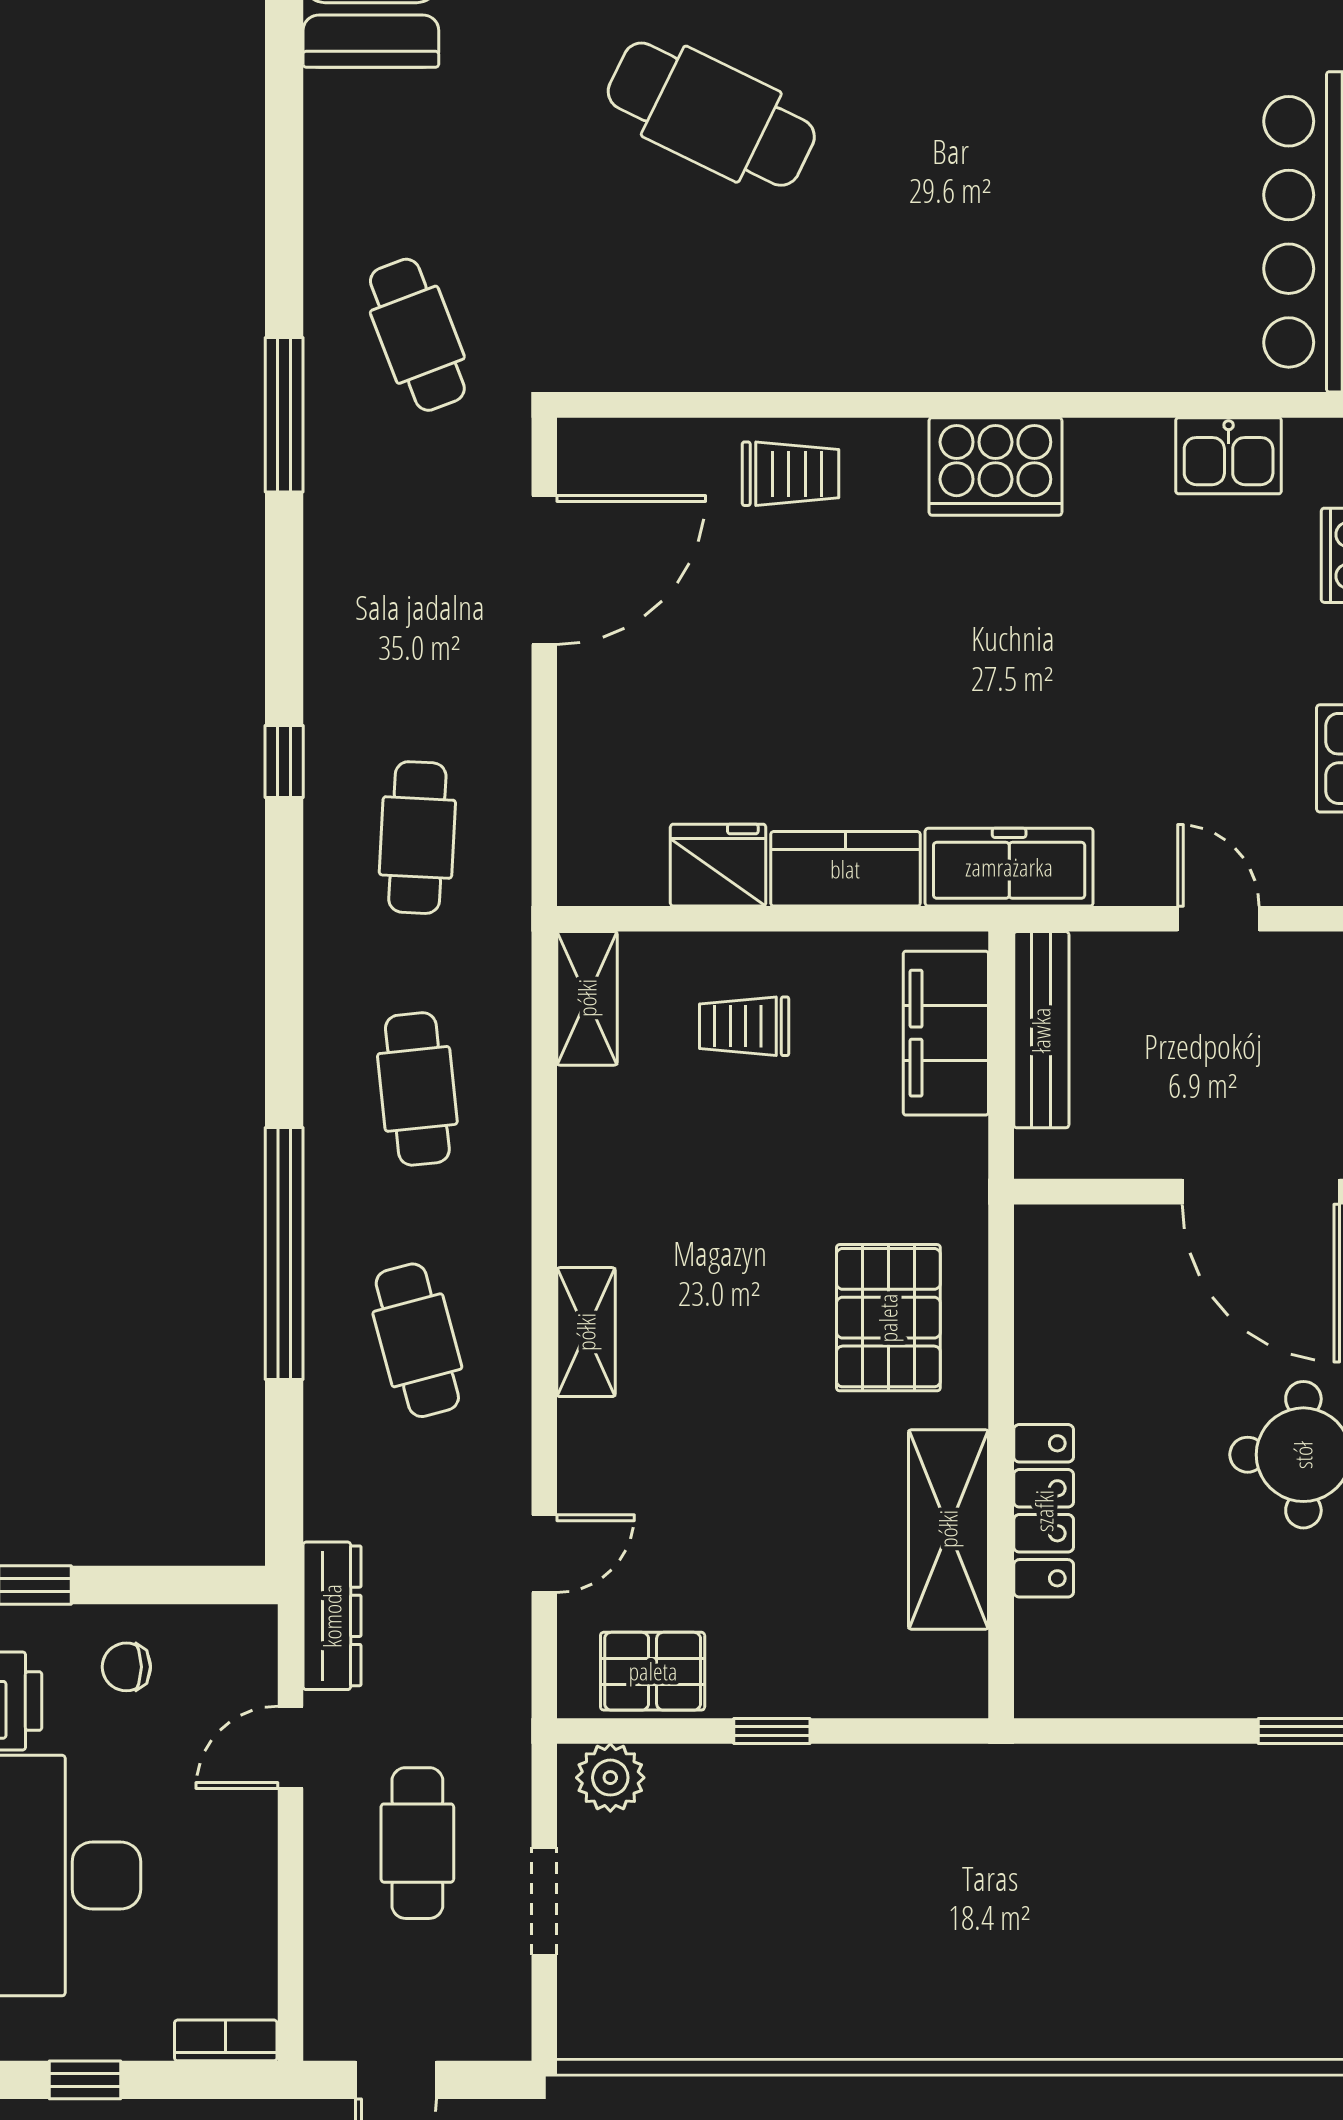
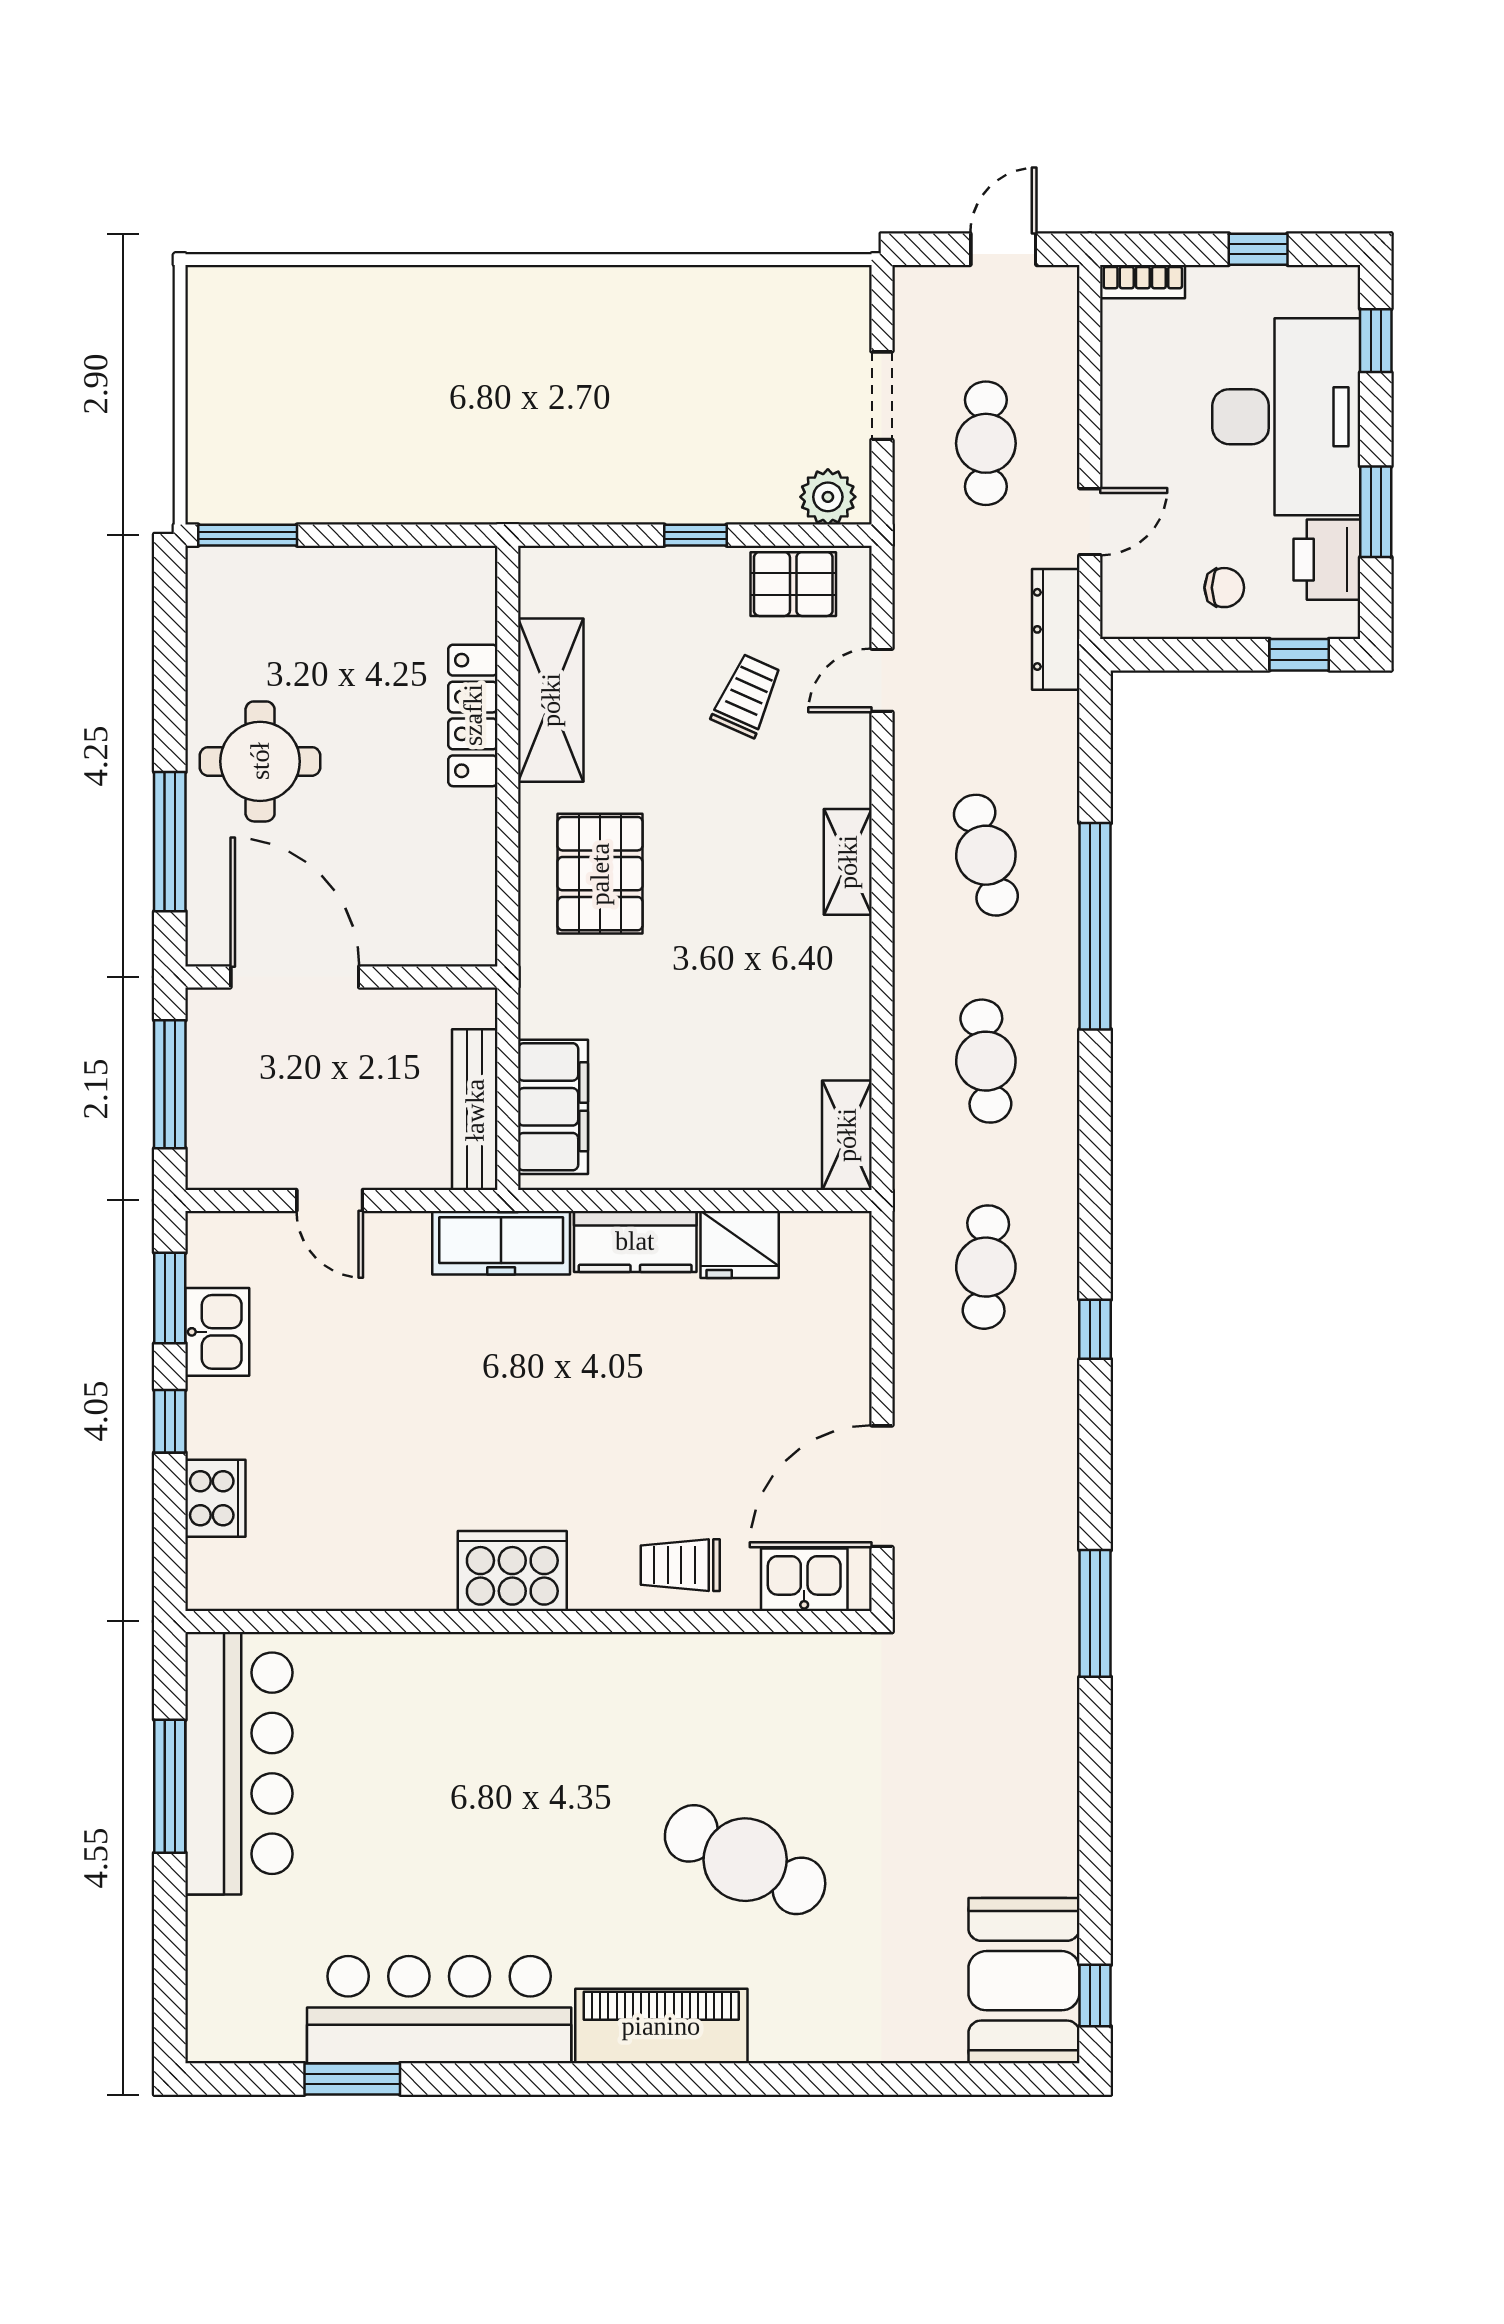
cafe table: (417, 335) -> (986, 1679), removed
kitchen sink: (1229, 456) -> (804, 1580), moved
trolley: (744, 1026) -> (747, 696), moved, turned -66

